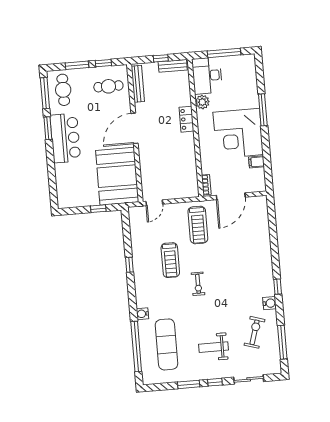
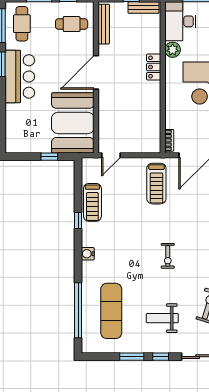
treadmill: (170, 260) -> (92, 202), moved
exercise bike: (198, 284) -> (168, 256), moved
water cooler: (142, 314) -> (88, 254), moved

